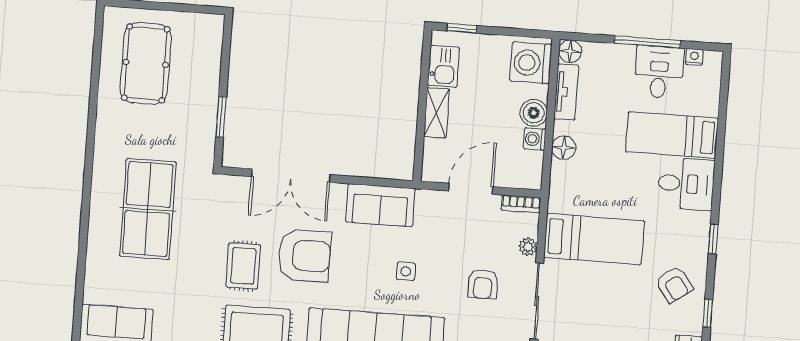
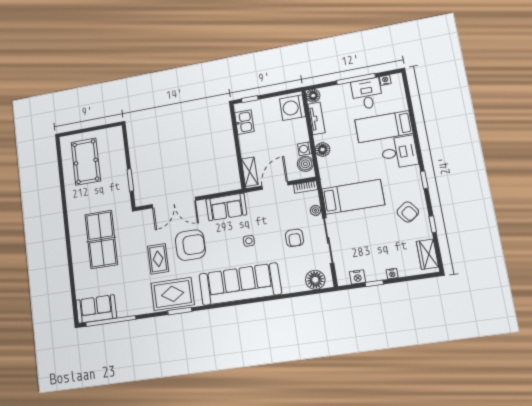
shelving: (437, 113) -> (250, 172), moved
boiler: (534, 113) -> (305, 164), moved

